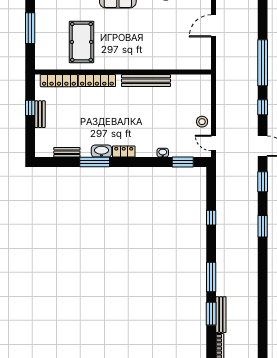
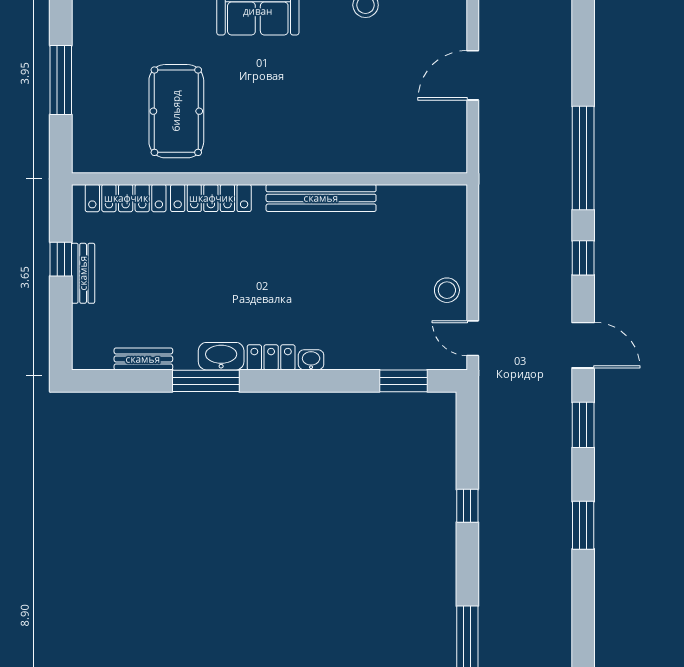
washbasin: (163, 153) -> (311, 360), moved

